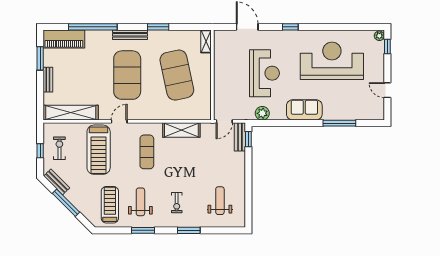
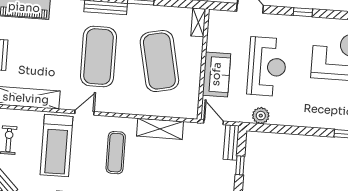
sofa: (304, 110) -> (216, 74), moved, turned 90
door: (224, 121) -> (213, 122), swing flipped
window: (248, 139) -> (240, 165), moved

